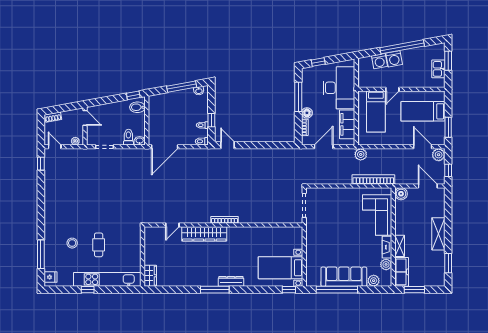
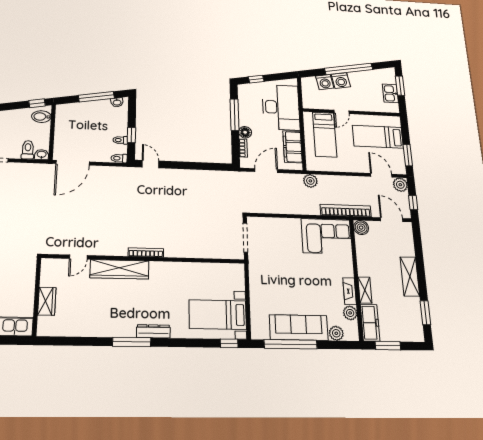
bookcase: (373, 179) -> (346, 211), moved
corner sofa: (377, 215) -> (327, 236), moved, turned -90
wardrobe: (150, 276) -> (47, 301), moved

